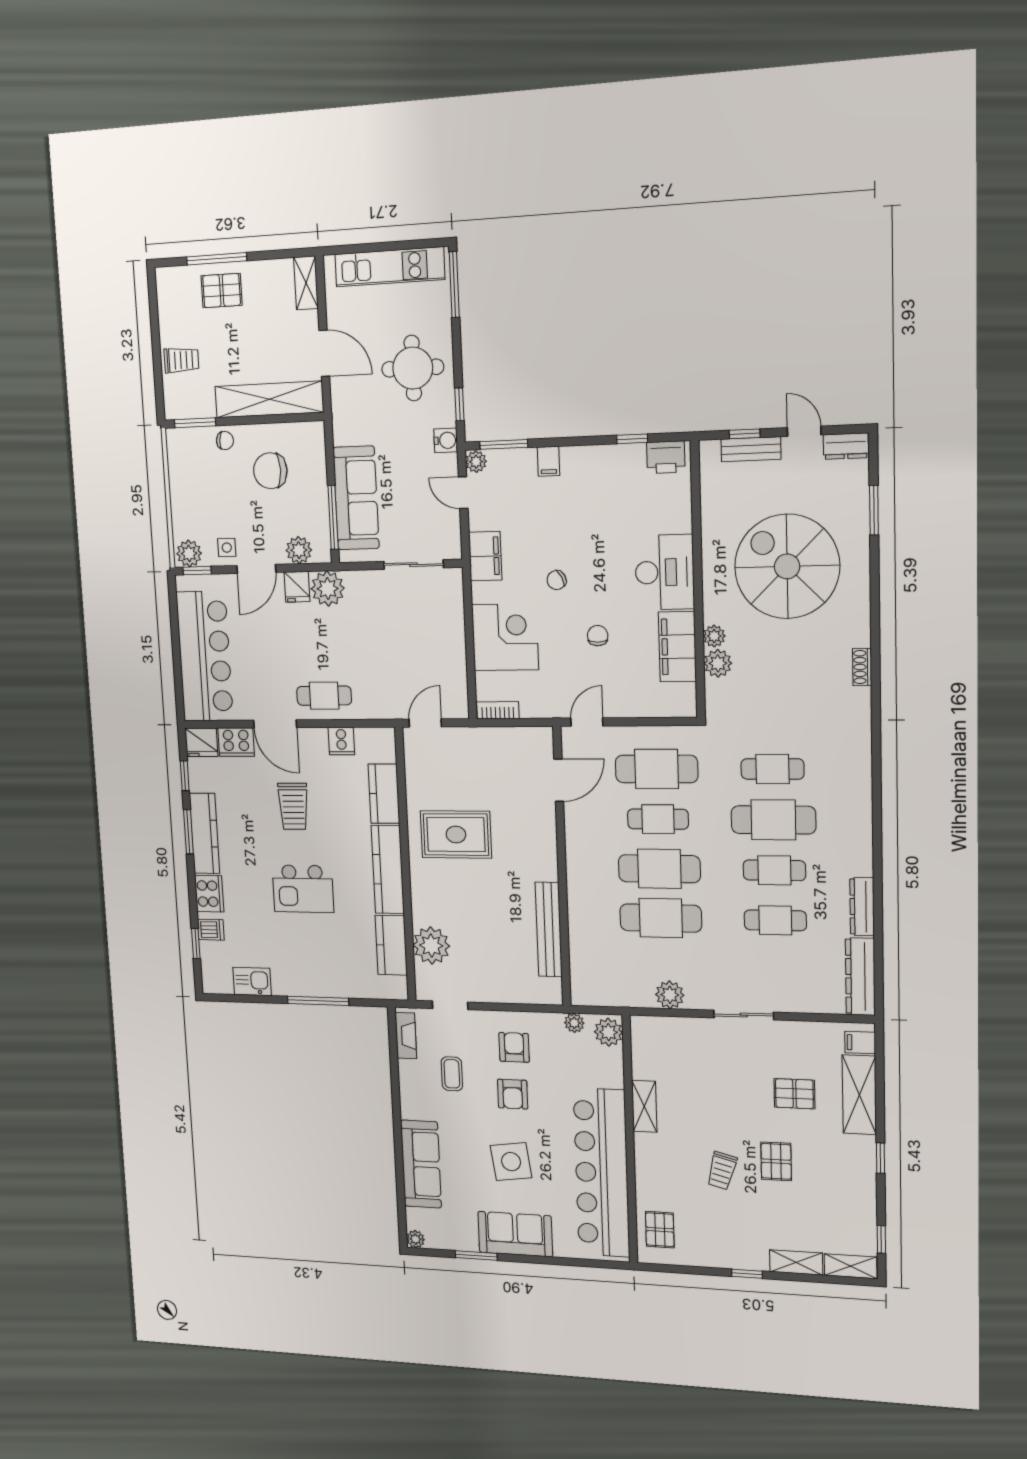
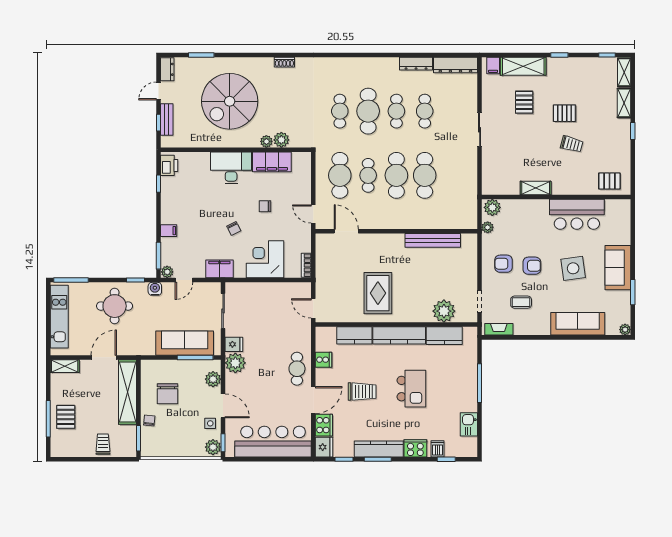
fridge: (297, 587) -> (234, 344), moved
plant: (670, 995) -> (469, 171), removed
bar counter: (602, 1173) -> (577, 214), width x0.54

